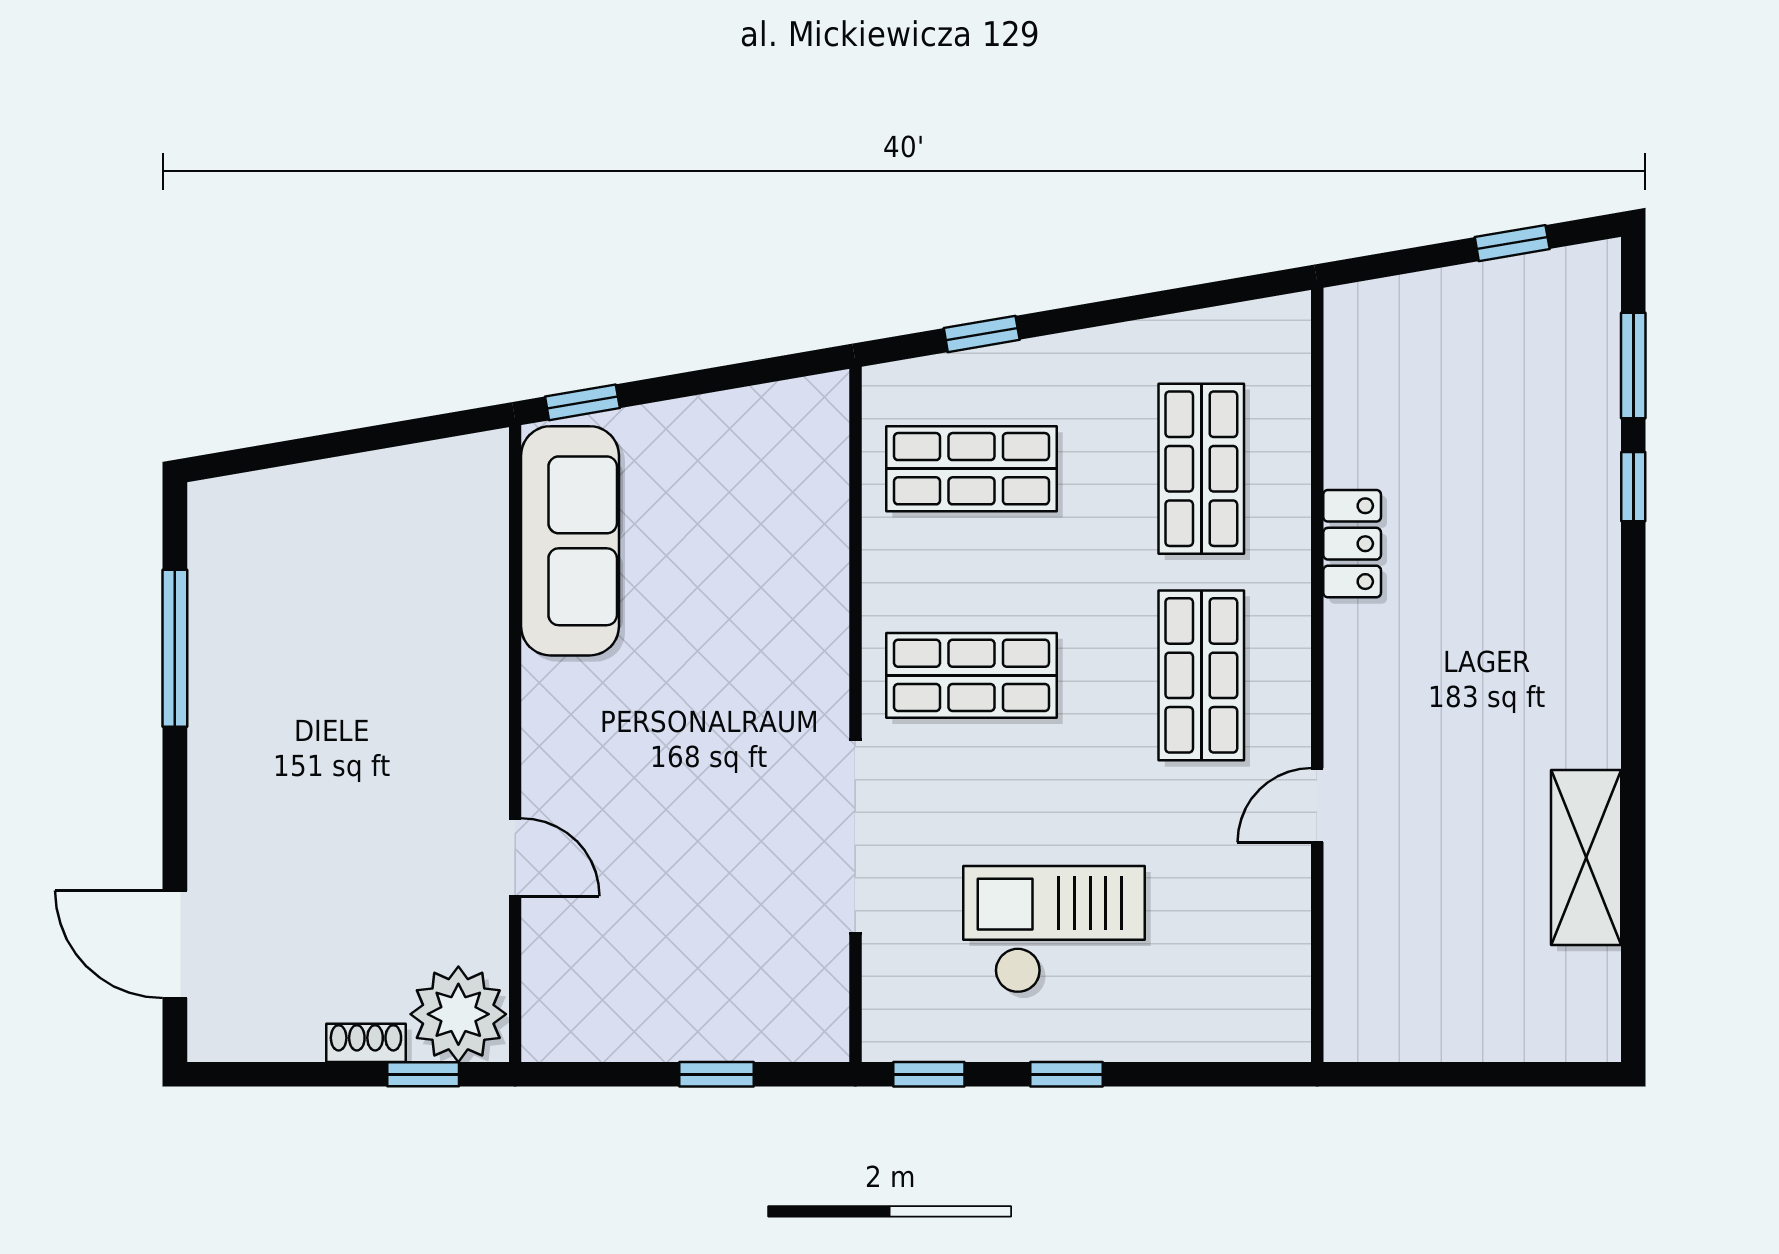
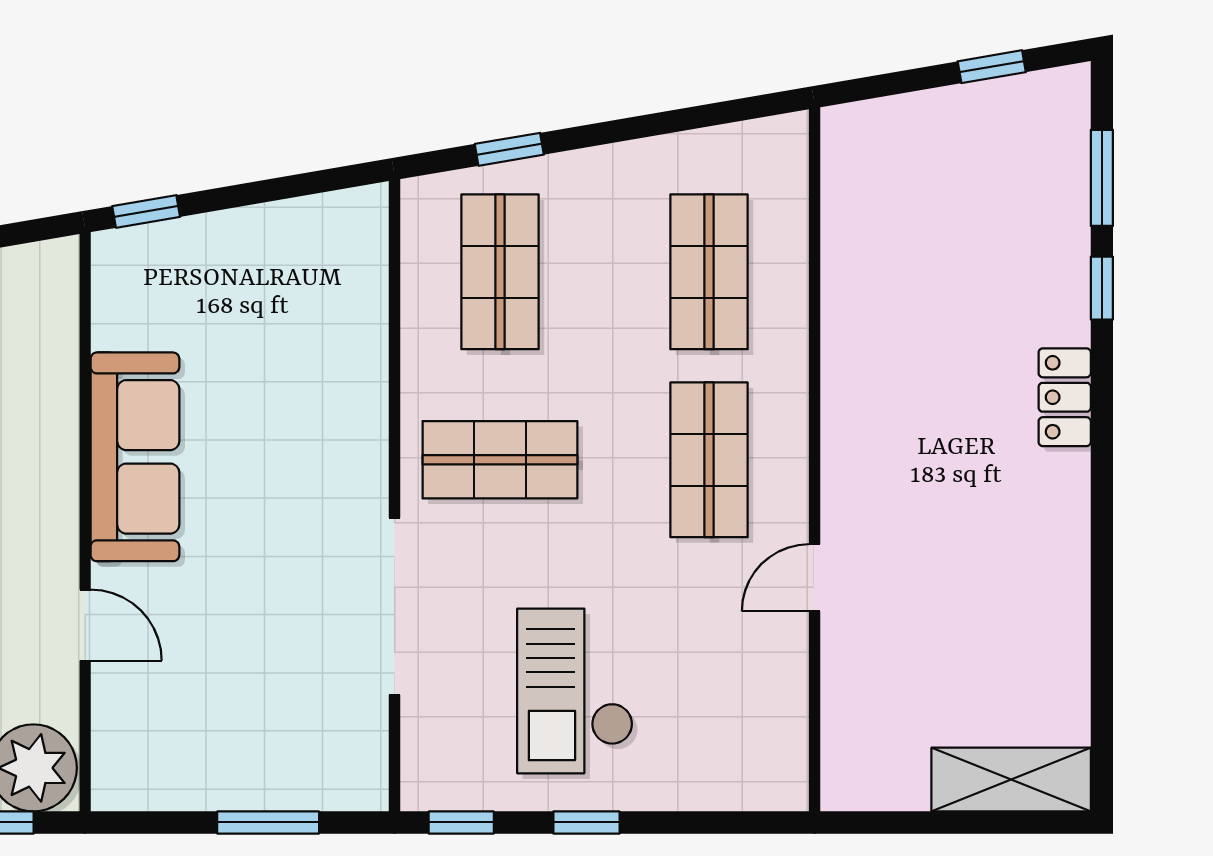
shop shelf: (971, 469) -> (500, 272), turned 90
sofa: (570, 541) -> (135, 457), moved
locker: (1352, 544) -> (1065, 397), moved, turned 180
shelving: (1586, 857) -> (1011, 780), moved, turned 90
checkout: (1054, 930) -> (575, 691), turned -90
window: (716, 1074) -> (268, 822), width x1.50

